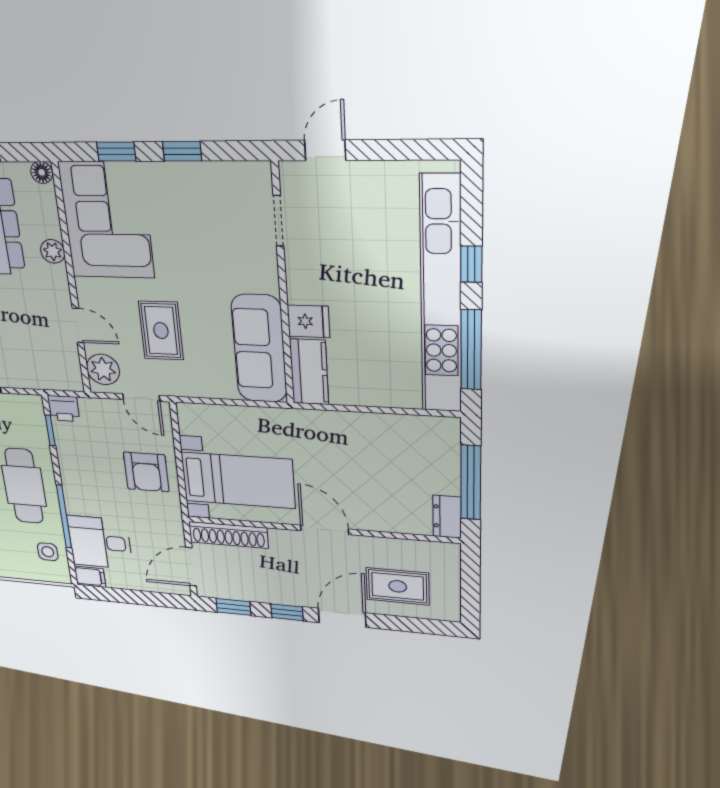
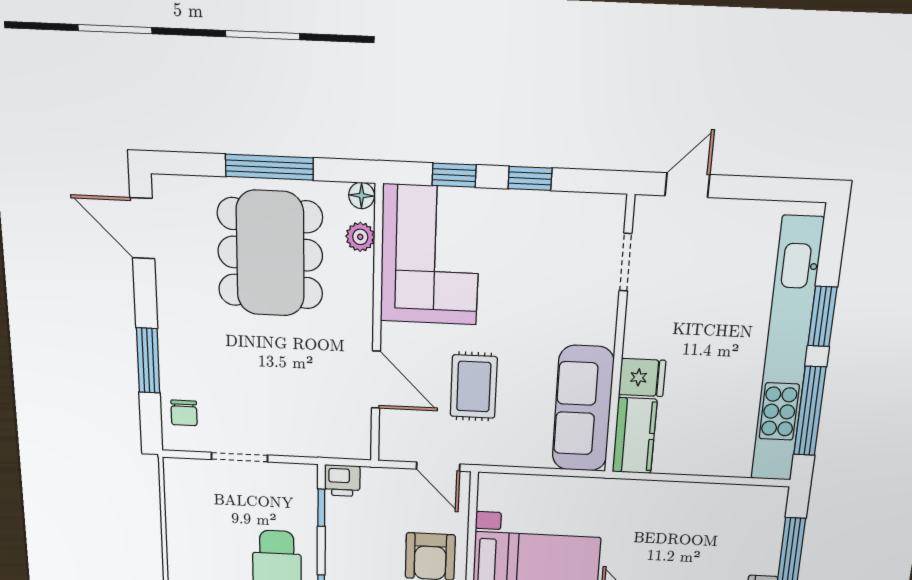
plant: (53, 251) -> (360, 237), moved
window: (471, 264) -> (822, 316), width x1.50
door: (78, 325) -> (376, 380), width x1.38
plant: (103, 369) -> (398, 433), removed

